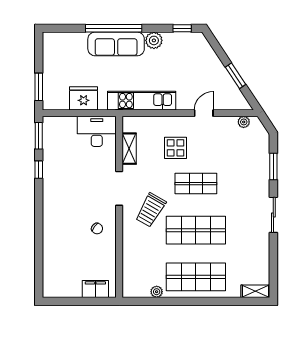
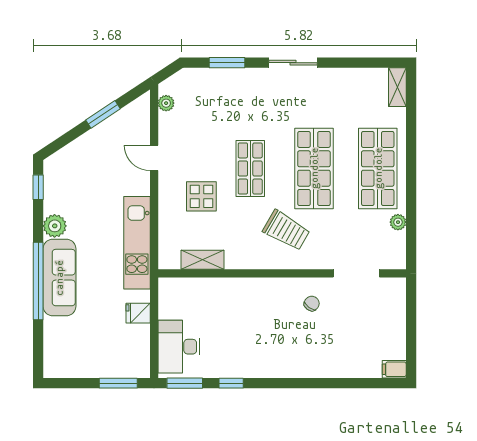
fridge: (84, 98) -> (138, 313), width x0.53, depth x0.75
desk: (97, 131) -> (179, 347), moved
doorway: (119, 188) -> (356, 273), moved
filing cabinet: (95, 289) -> (394, 369), moved, width x0.50

